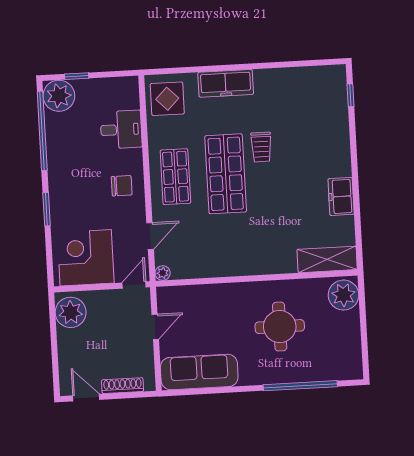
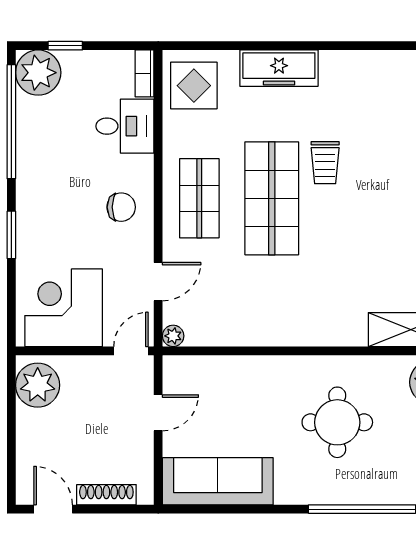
bookcase: (133, 92) -> (145, 73), added

